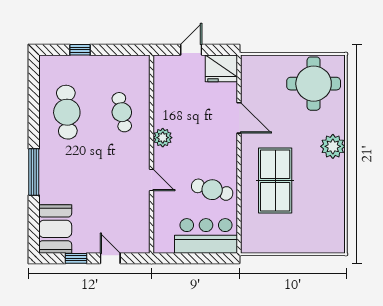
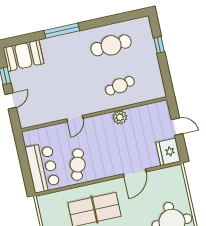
plant: (163, 138) -> (120, 117), moved

